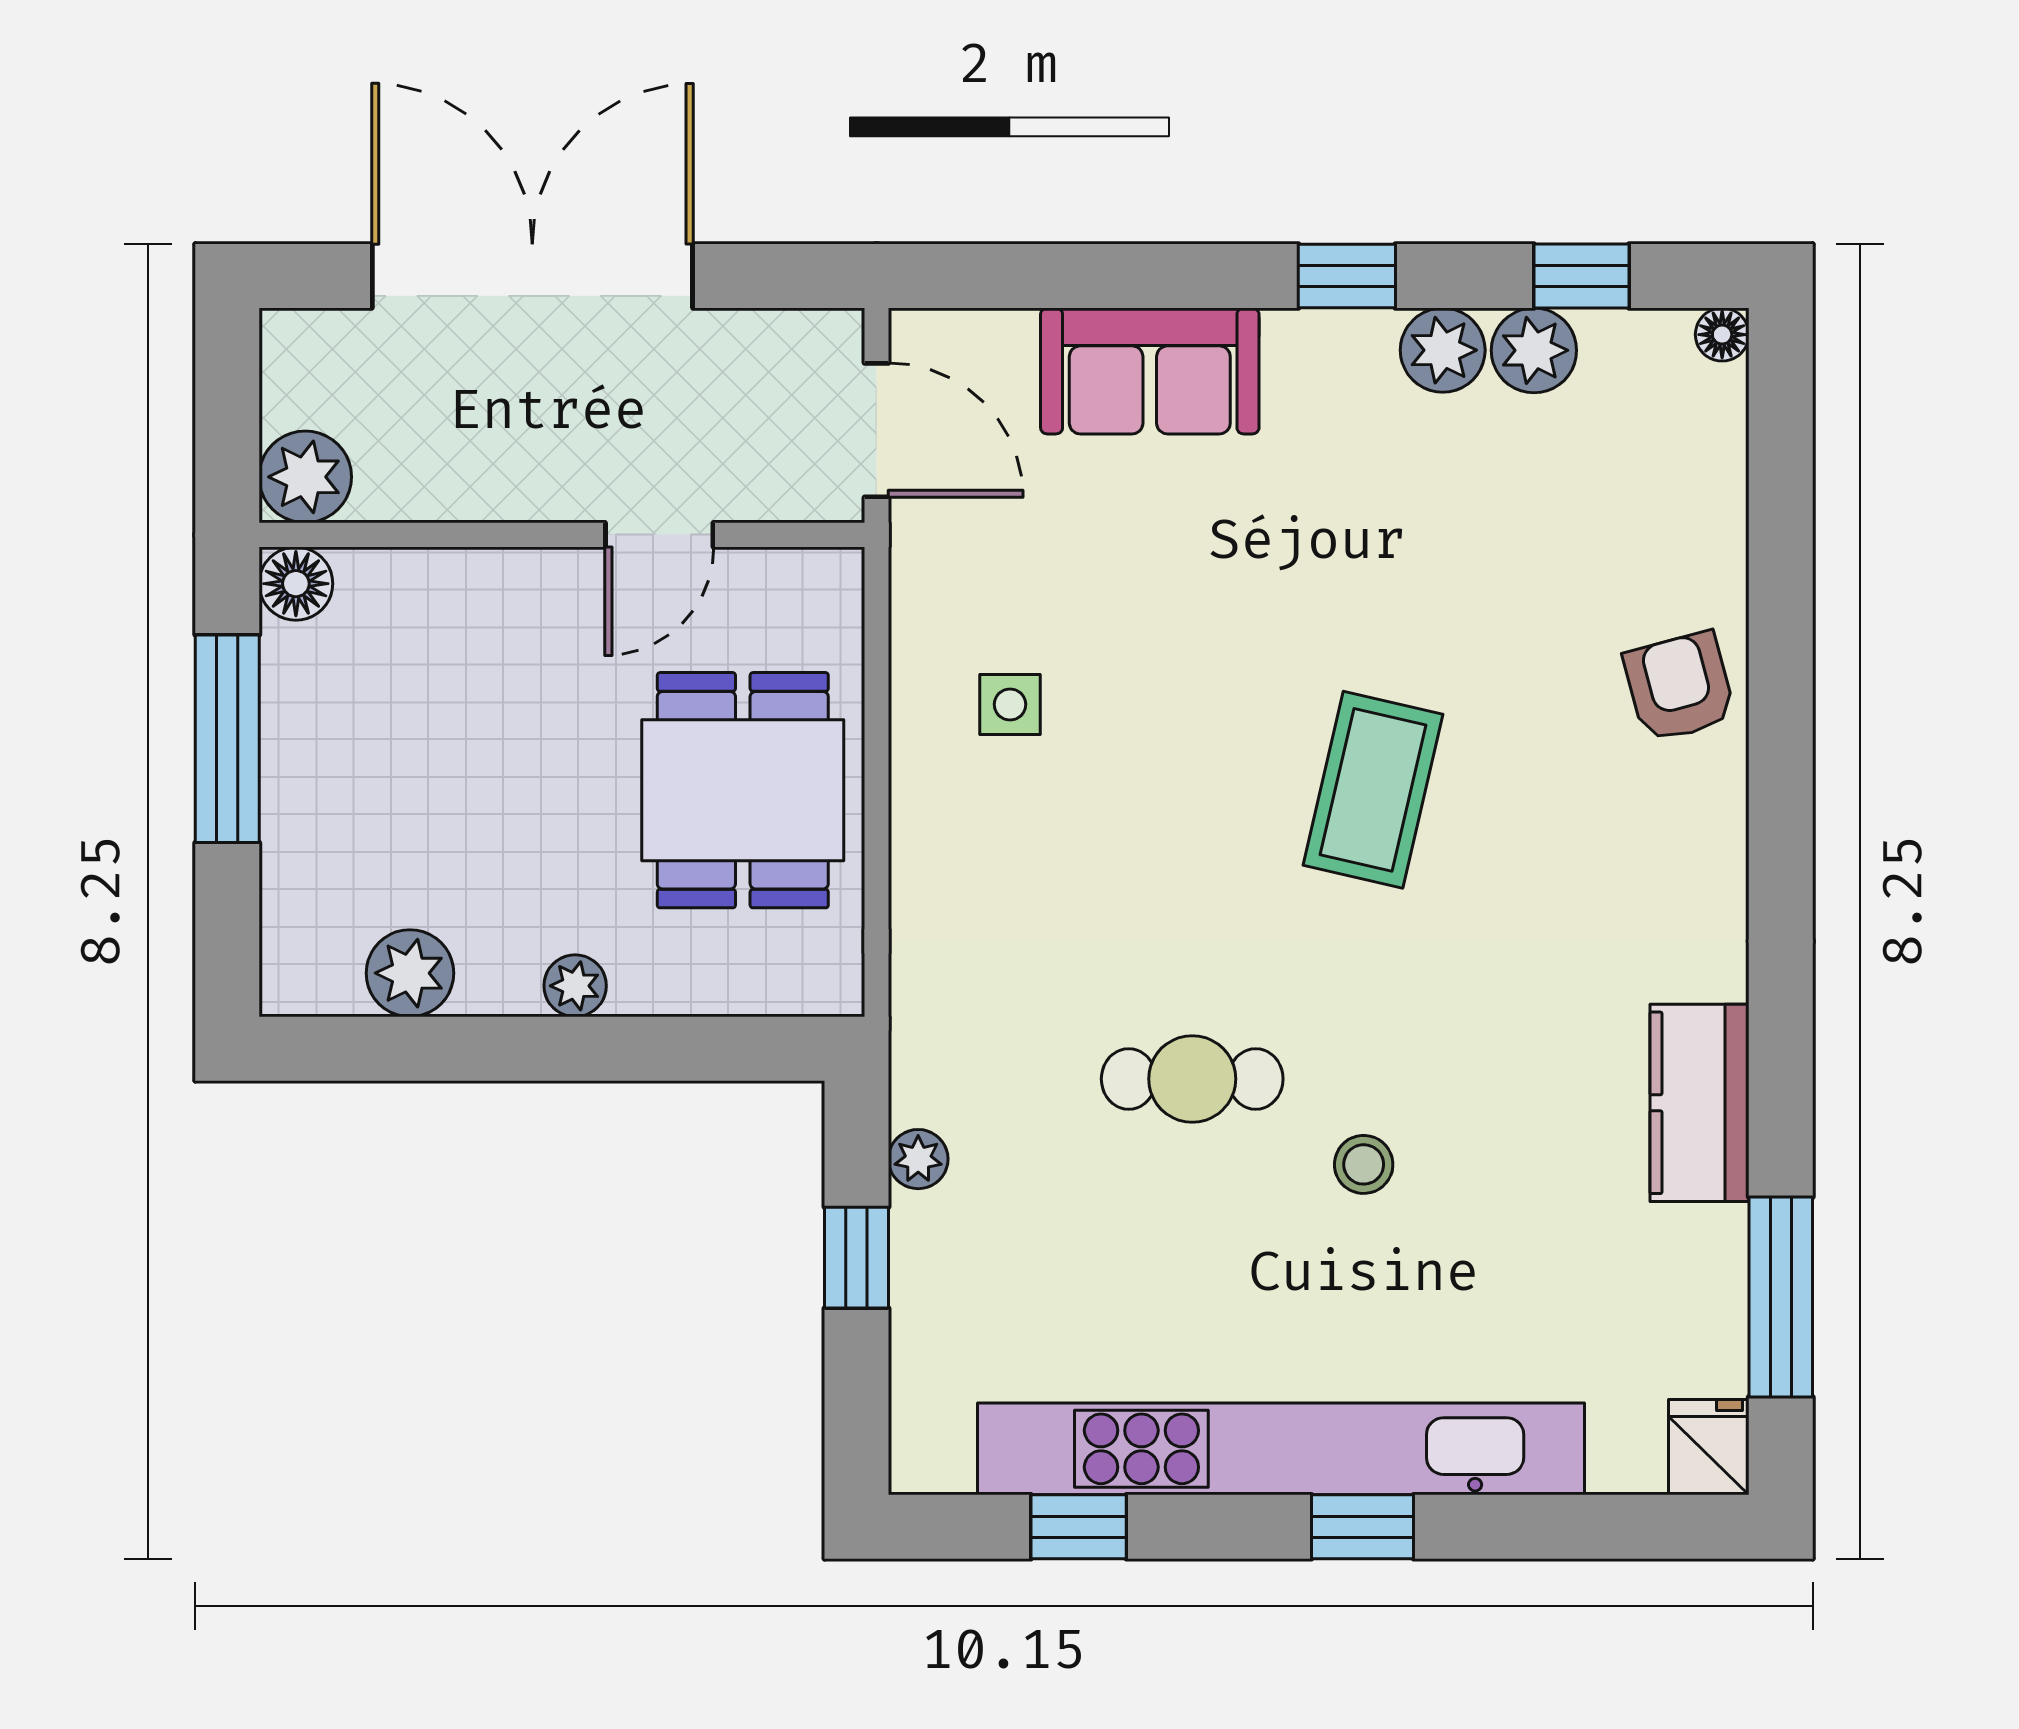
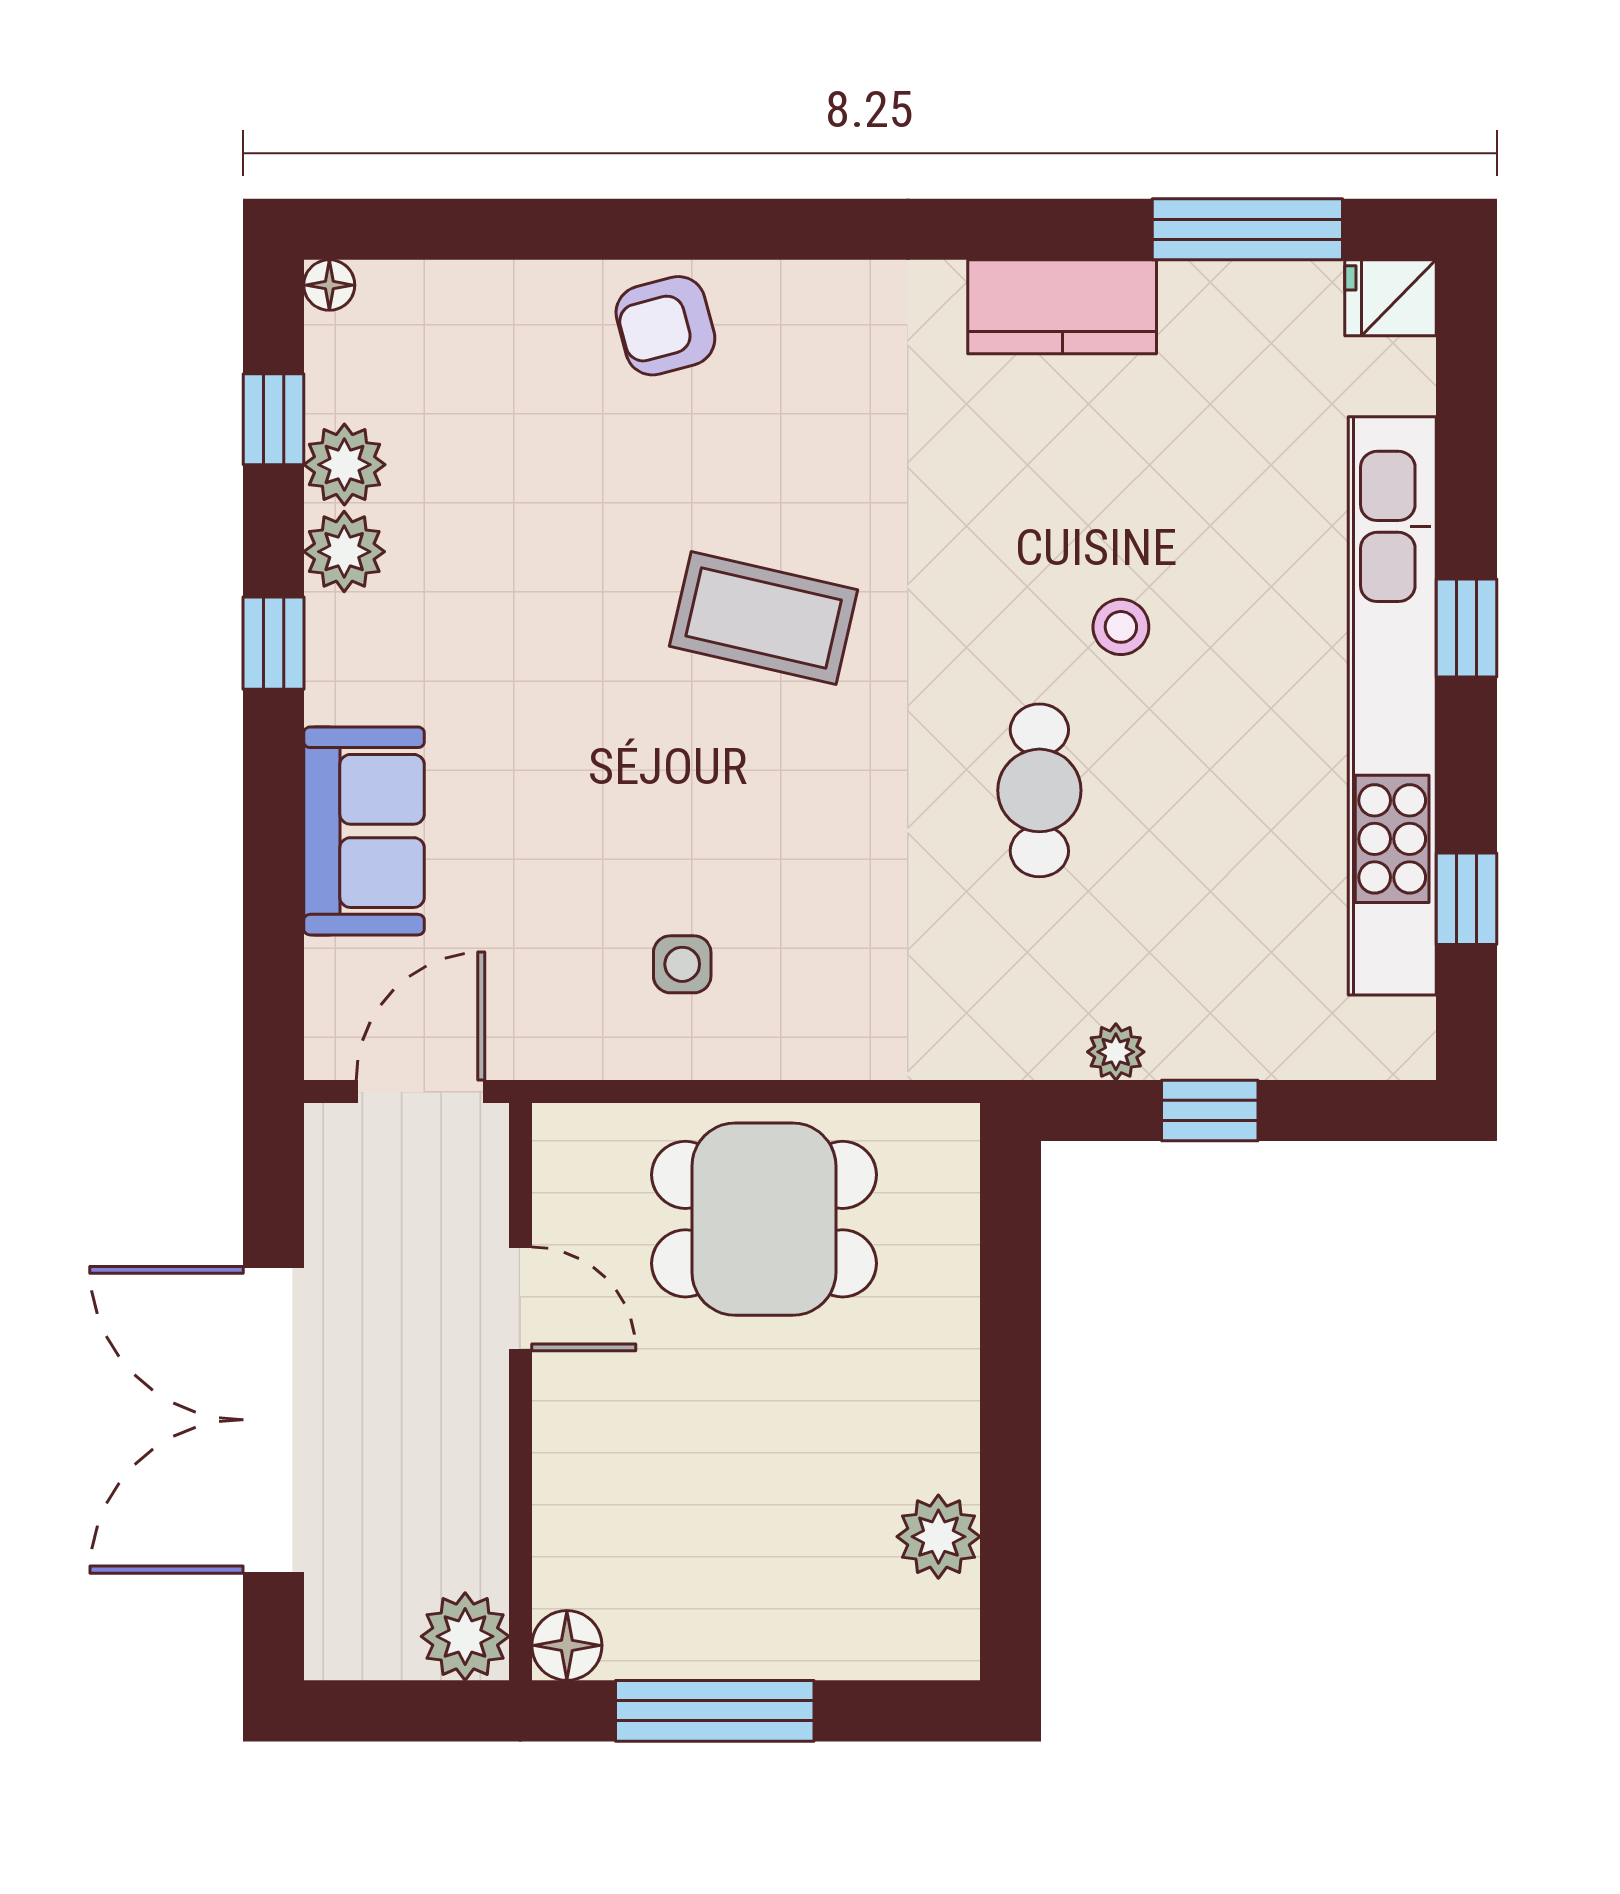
plant: (575, 986) -> (950, 1379), removed

